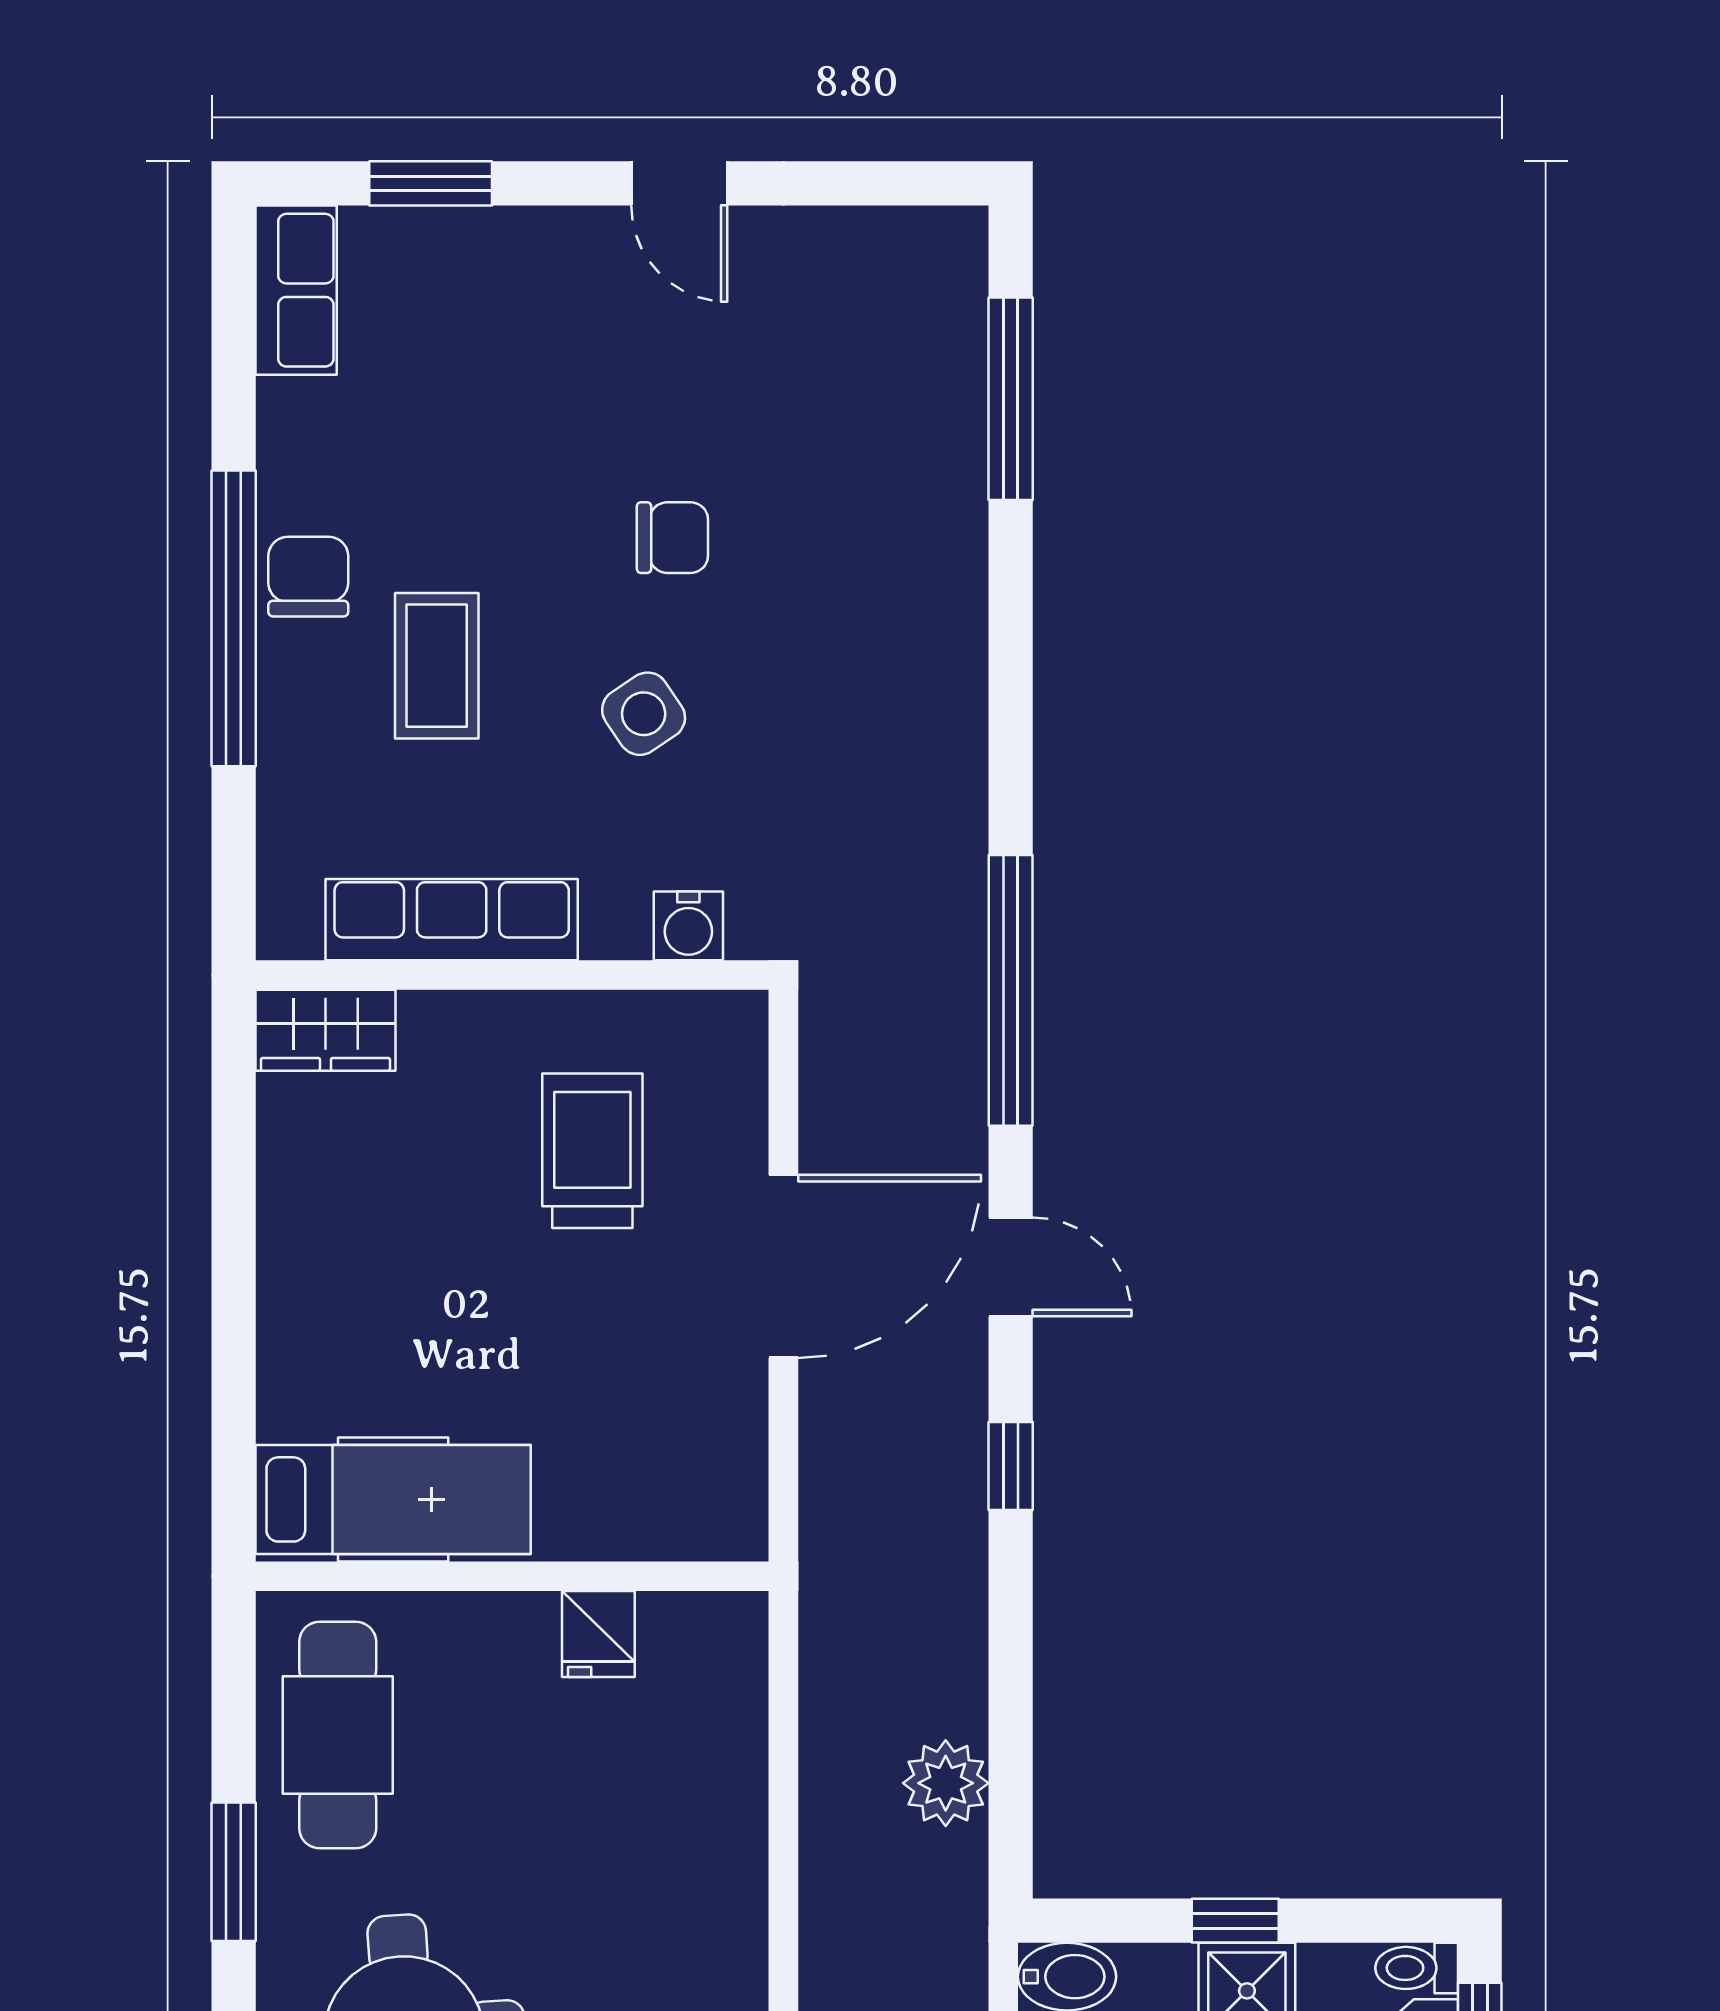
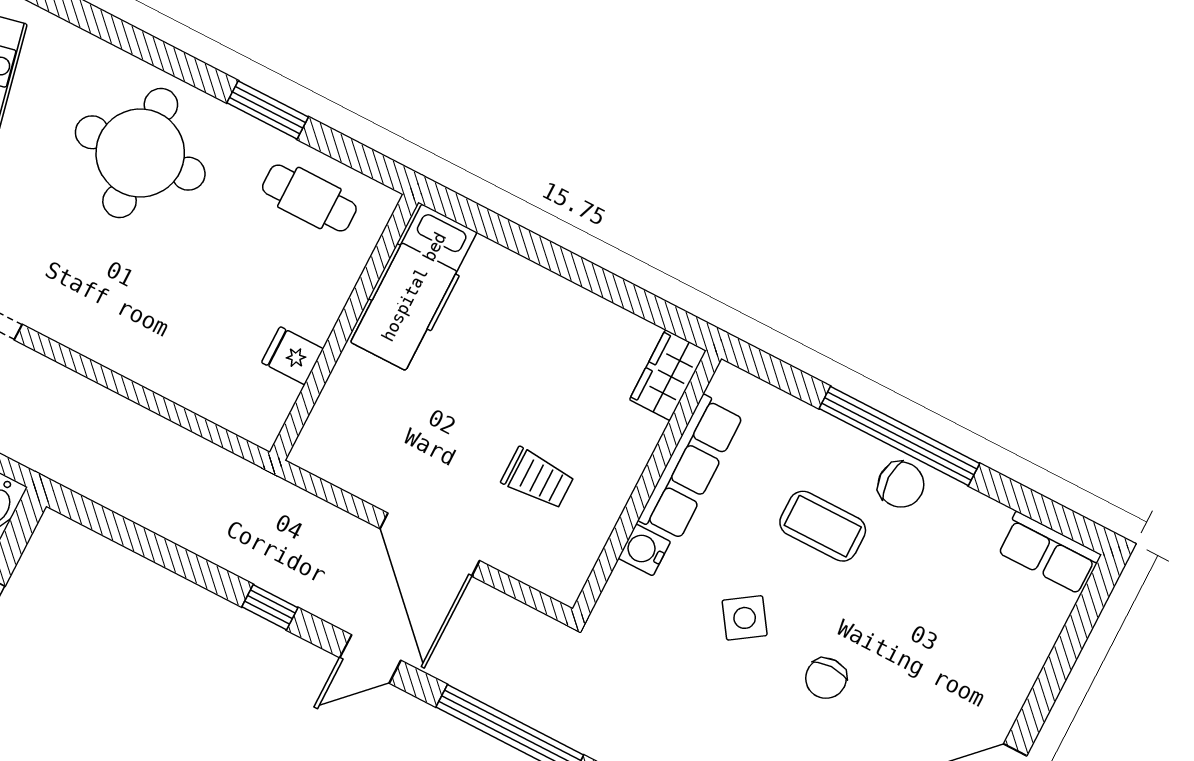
window: (431, 183) -> (1067, 649), removed
water cooler: (688, 926) -> (644, 550), moved
trolley: (592, 1151) -> (538, 478), width x0.73, depth x0.72
cafe table: (338, 1735) -> (309, 198), width x0.73, depth x0.74
plant: (946, 1783) -> (127, 492), removed

